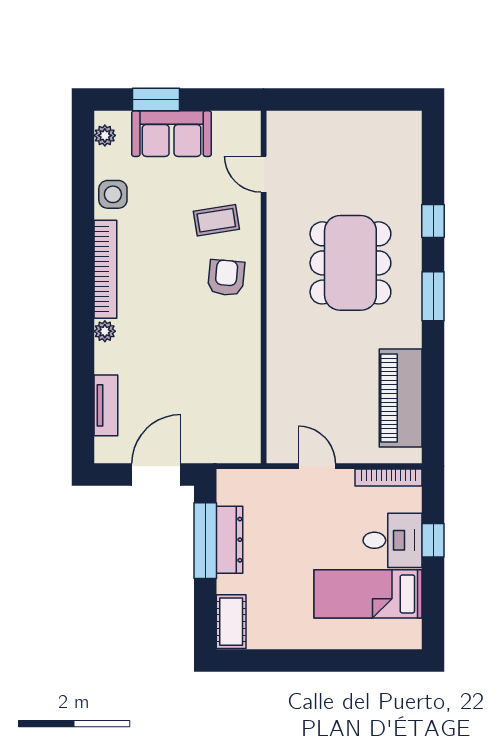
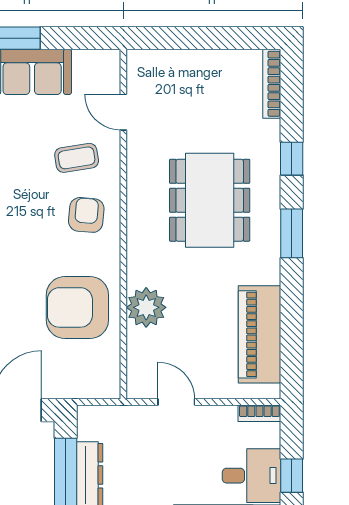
bookcase: (413, 146) -> (272, 84), added
armchair: (217, 371) -> (77, 307), added
plant: (287, 371) -> (146, 307), added
bookcase: (389, 477) -> (259, 413), width x0.64

